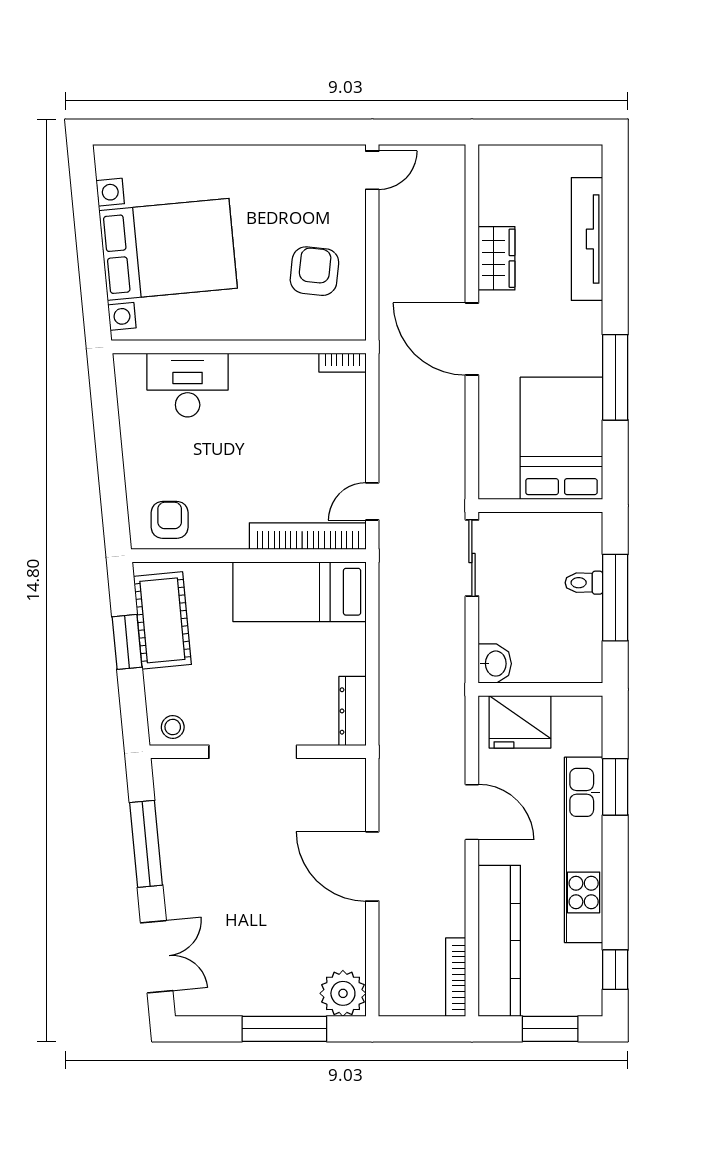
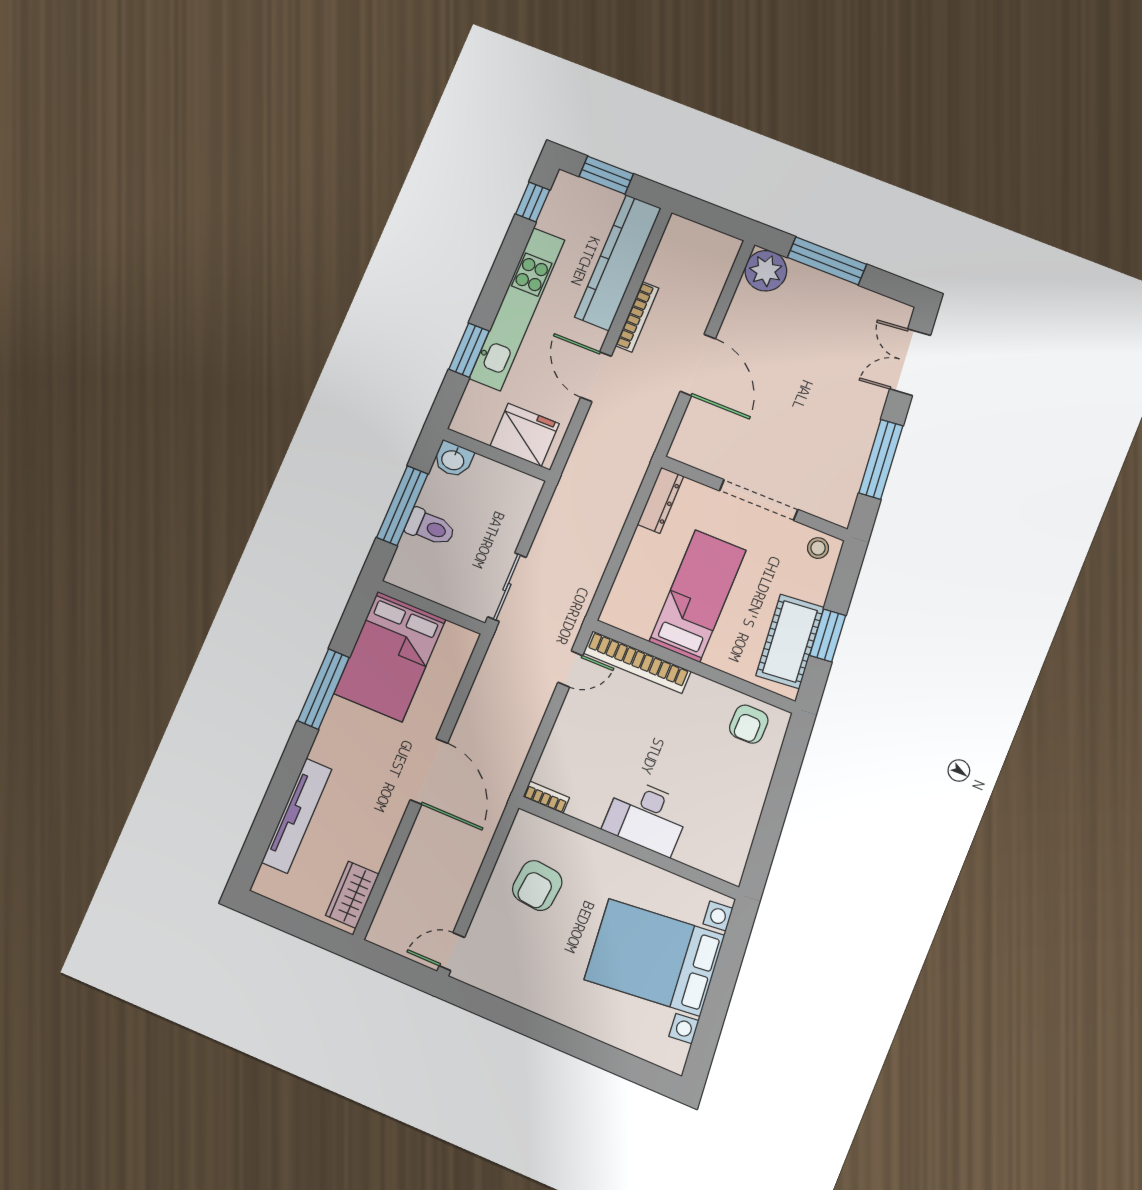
wardrobe: (497, 258) -> (352, 895), moved
desk: (188, 385) -> (647, 817), moved
toilet: (584, 583) -> (430, 527), width x1.37, depth x1.39
bed: (299, 592) -> (698, 596), moved, turned -90
washbasin: (495, 664) -> (453, 459), moved, turned -90
bookcase: (456, 977) -> (637, 317), moved

